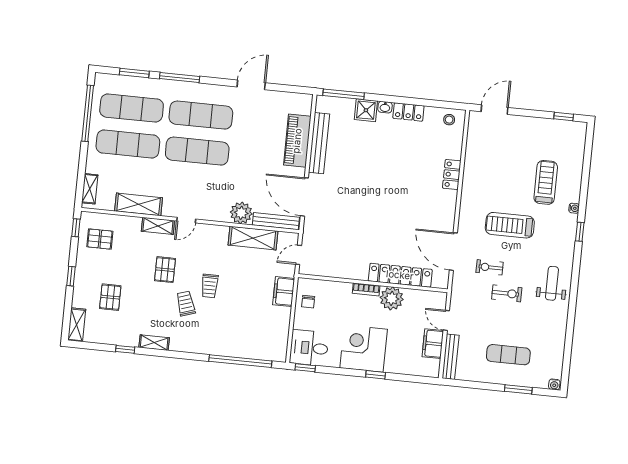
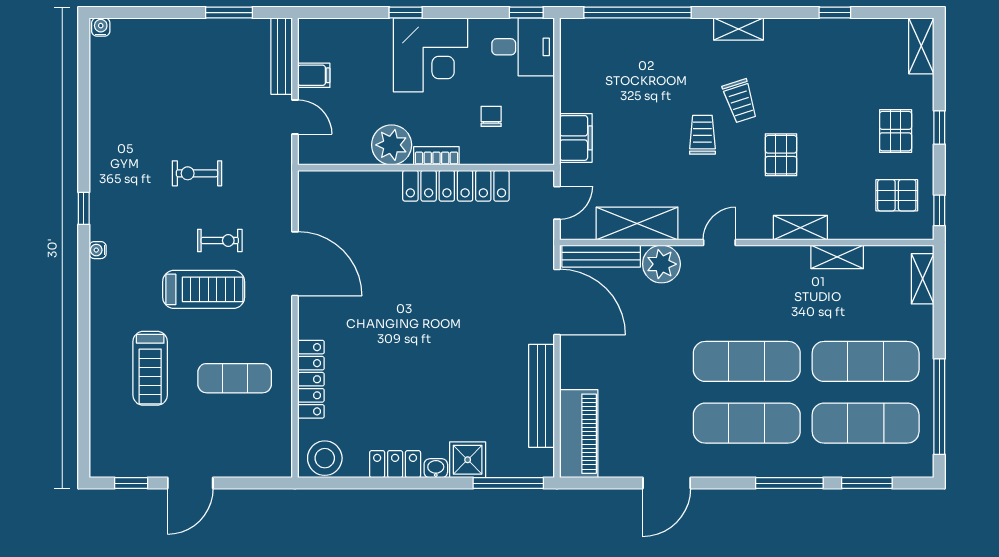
door: (494, 110) -> (190, 483), moved
stool: (449, 120) -> (325, 458), width x1.89, depth x1.89
piano: (297, 141) -> (579, 434), moved
locker: (452, 175) -> (311, 379), width x1.53
shelving: (139, 204) -> (837, 257), width x0.67, depth x0.75
water cooler: (574, 208) -> (98, 250), moved
door: (186, 220) -> (719, 242), moved
window: (580, 232) -> (84, 208), moved
door: (453, 252) -> (295, 264), moved
exercise bike: (490, 267) -> (220, 241), moved
locker: (400, 275) -> (456, 186), moved
weight bench: (552, 283) -> (122, 198), removed
pallet: (110, 297) -> (896, 131), moved
chair: (308, 302) -> (491, 116), moved
shelving: (154, 343) -> (739, 29), moved
filing cabinet: (433, 344) -> (314, 75), width x0.50
exercise mat: (508, 355) -> (235, 378), moved
window: (518, 389) -> (229, 13), moved

